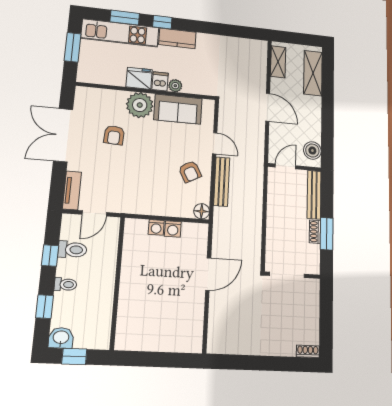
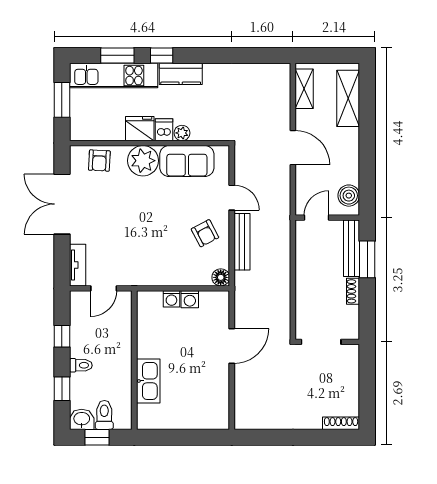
armchair: (114, 135) -> (99, 161), moved
window: (327, 234) -> (367, 259), moved
toilet: (72, 250) -> (104, 415), moved, turned -90
kitchen sink: (129, 303) -> (148, 381), added
shoe rack: (308, 351) -> (341, 423), width x1.43

